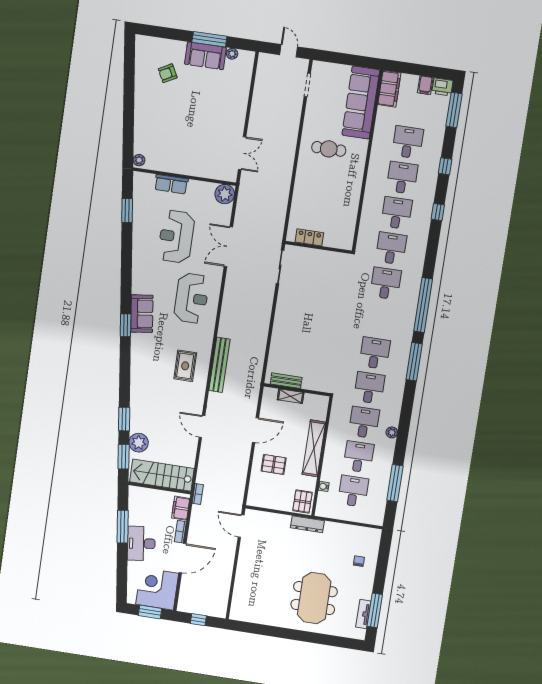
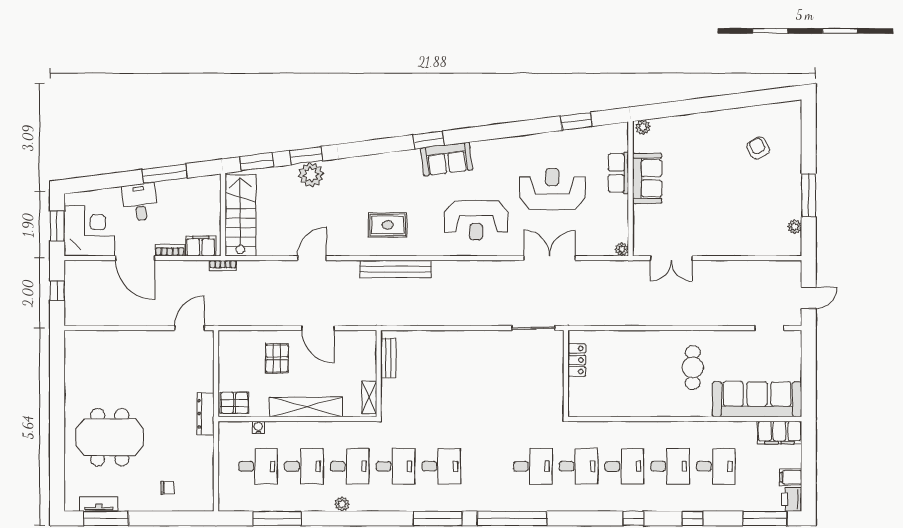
sofa: (205, 56) -> (647, 178), moved, turned 180
plant: (225, 194) -> (622, 249), width x0.53, depth x0.53
shelving: (291, 396) -> (369, 397), moved
plant: (139, 443) -> (311, 175), moved
desk: (141, 543) -> (140, 202), width x0.73

